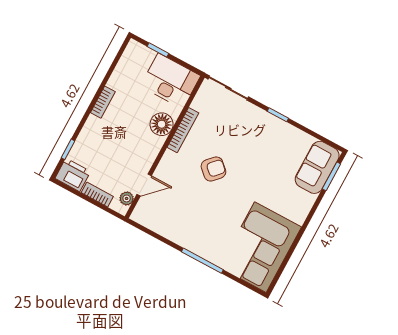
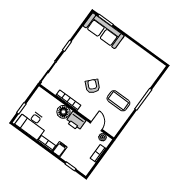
desk: (170, 81) -> (32, 124), moved, turned -90
filing cabinet: (95, 126) -> (60, 149), added
sofa: (317, 167) -> (104, 31), width x1.36
printer: (73, 175) -> (76, 121), moved, turned -90
coffee table: (194, 218) -> (118, 101), added
corner sofa: (260, 247) -> (140, 66), removed

